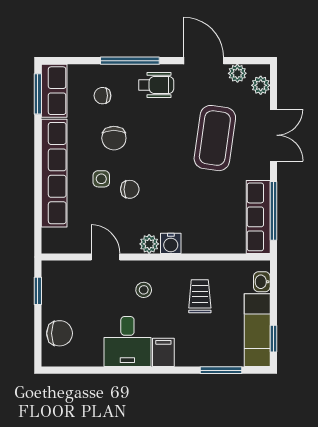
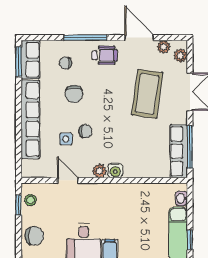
side table: (101, 179) -> (66, 139), moved
stool: (144, 290) -> (31, 200), moved
trolley: (200, 296) -> (136, 209), removed

